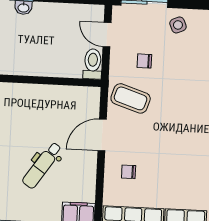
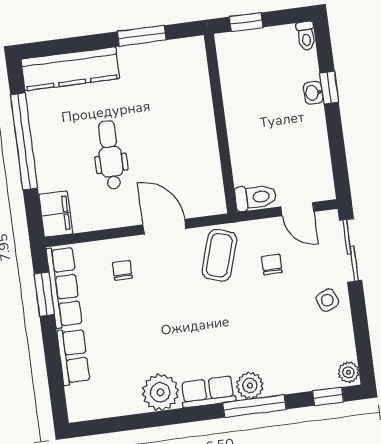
door: (107, 35) -> (298, 209), swing flipped
dental chair: (42, 165) -> (110, 155), turned 56

